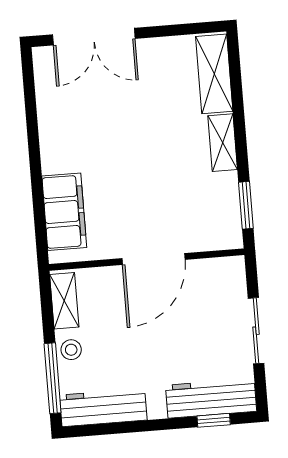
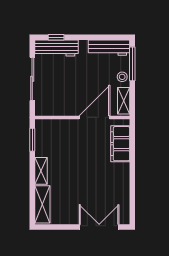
door: (153, 259) -> (94, 117), moved
sliding door: (256, 331) -> (32, 79), width x1.37

